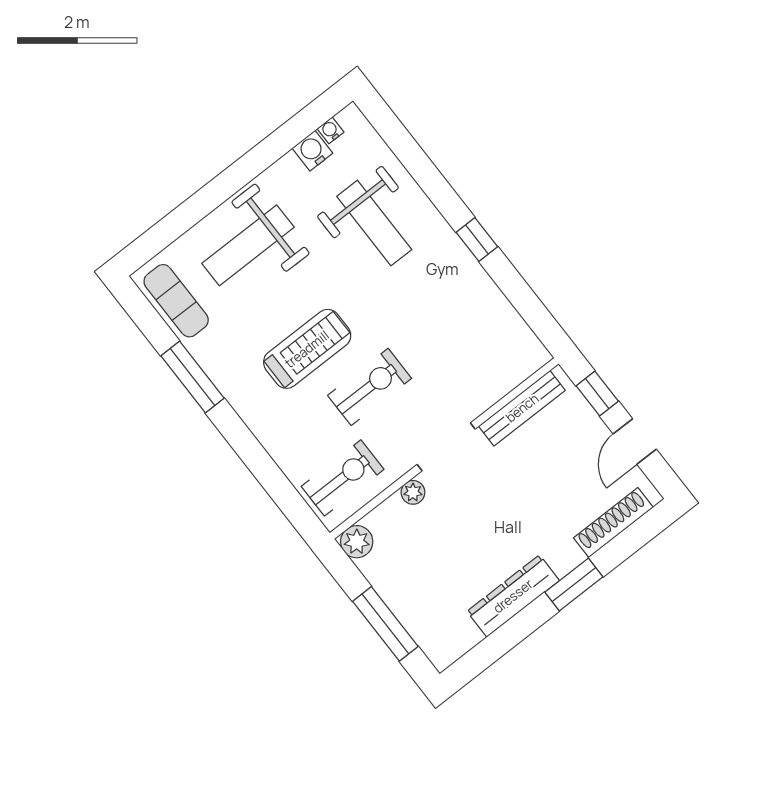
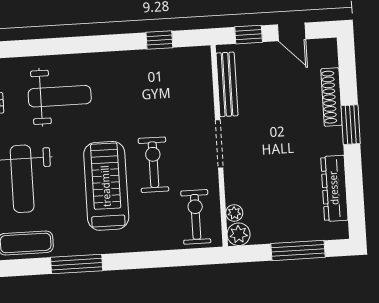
window: (477, 240) -> (159, 40), moved
treadmill: (307, 349) -> (106, 186), width x1.37, depth x1.38
plant: (413, 492) -> (234, 213), moved
shoe rack: (613, 523) -> (332, 97), moved
dresser: (513, 596) -> (334, 188), moved

